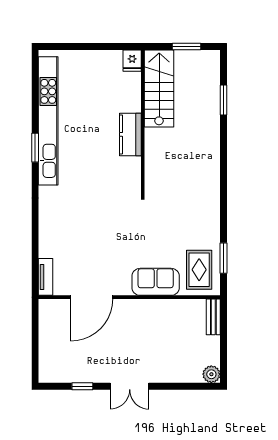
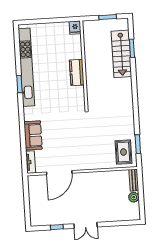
stairs: (159, 88) -> (121, 54), moved, turned 180
sofa: (156, 282) -> (33, 135), moved, turned 90
plant: (211, 374) -> (134, 197), moved

